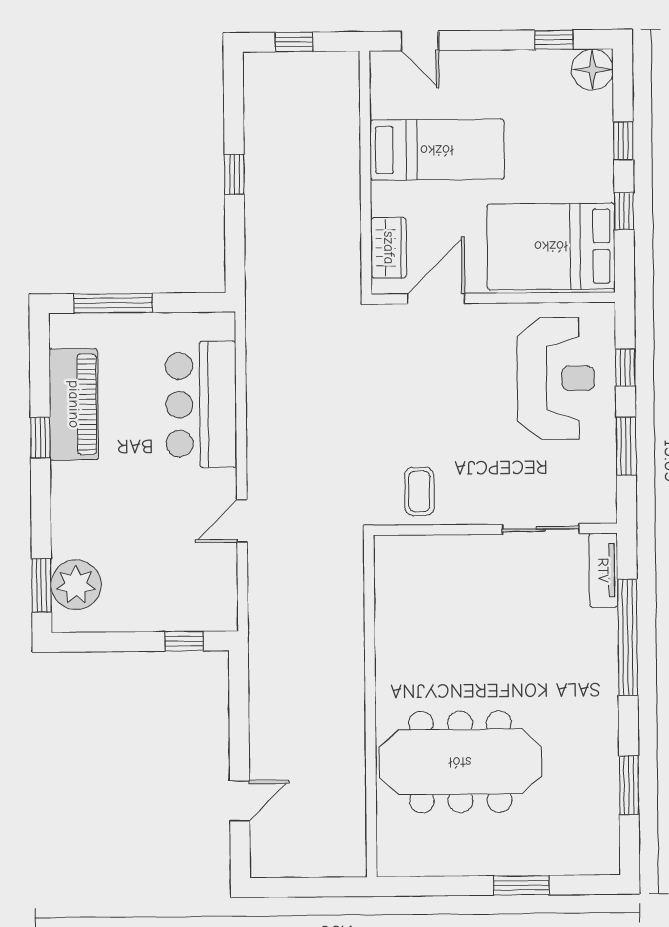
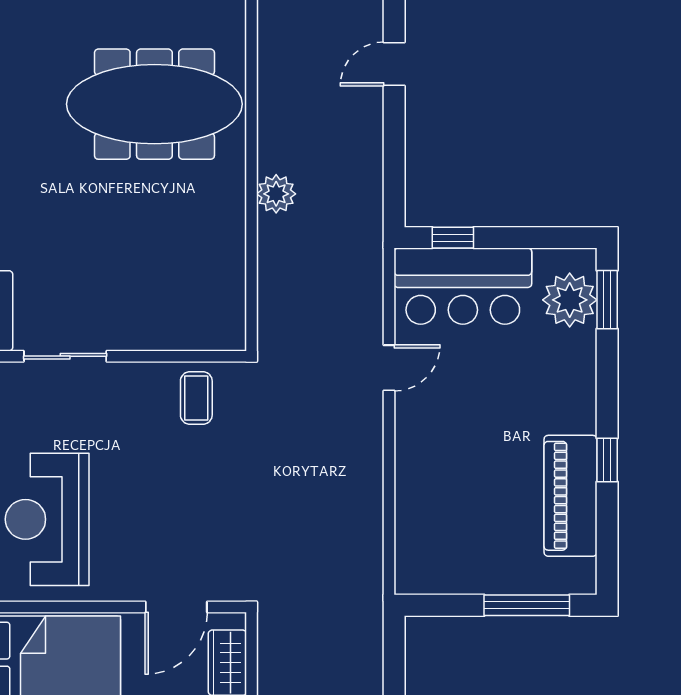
bar counter: (201, 405) -> (463, 286), moved, turned 90
plant: (347, 680) -> (276, 194), added

